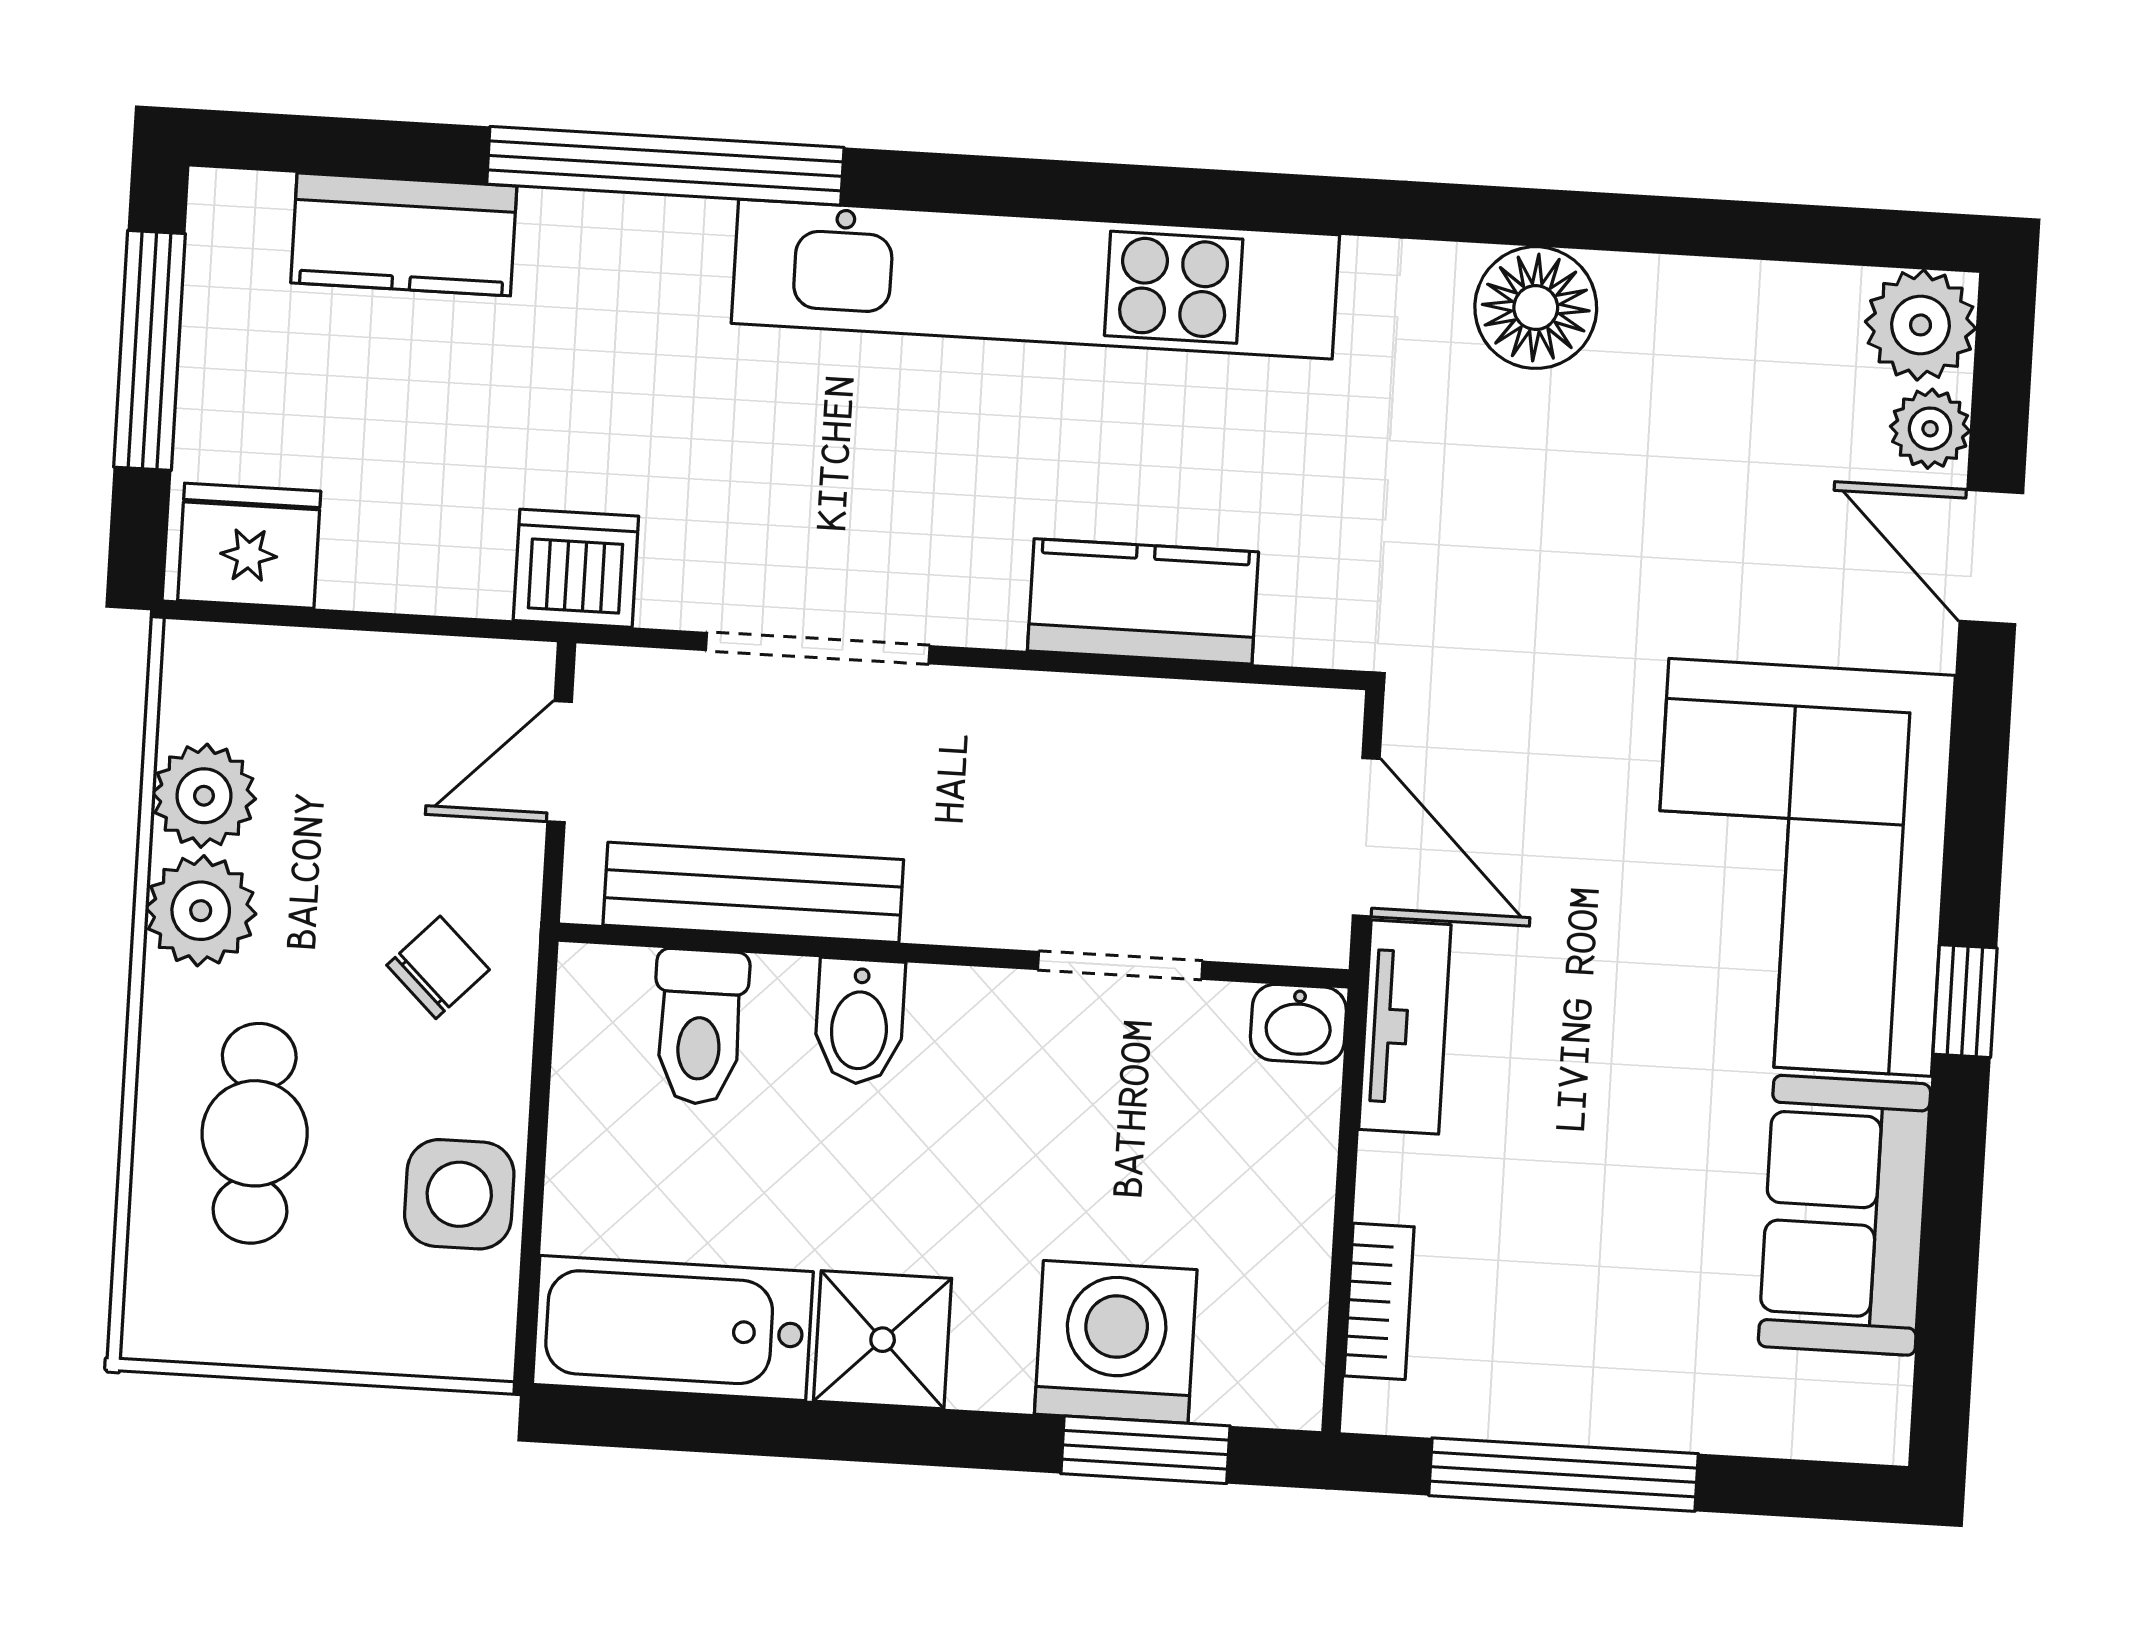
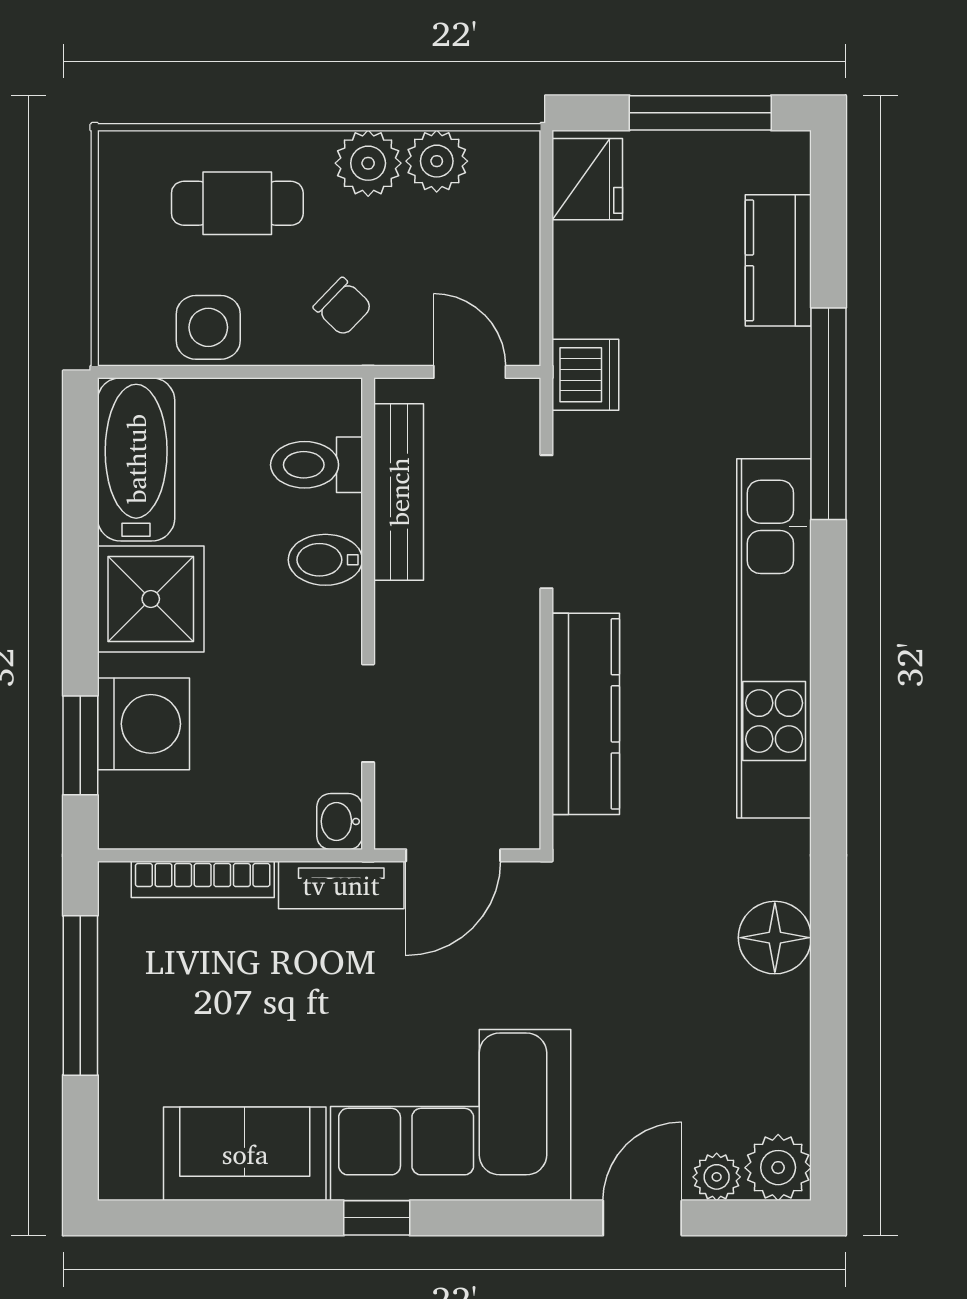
kitchen counter: (1143, 601) -> (586, 714), width x1.50
bookcase: (1379, 1301) -> (203, 879), width x1.56
shower: (883, 1340) -> (151, 599), width x1.36, depth x1.36

